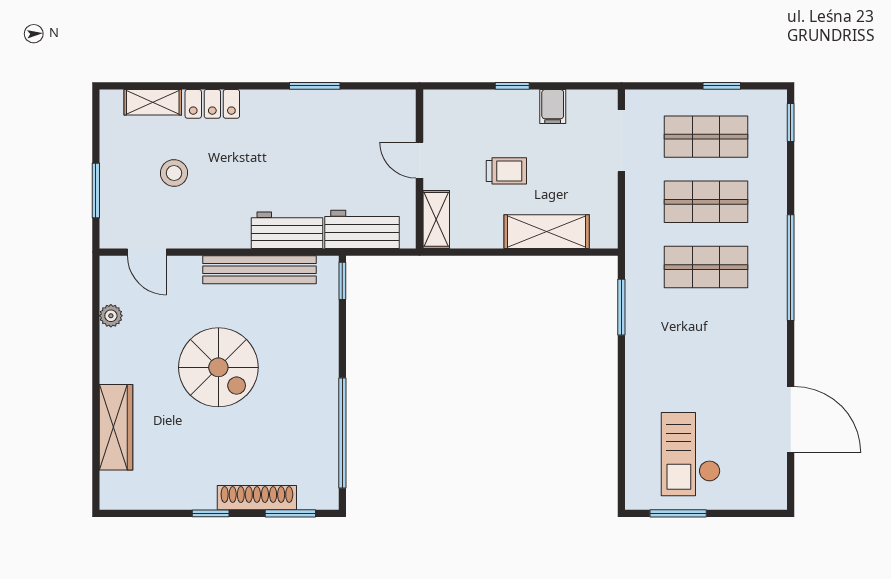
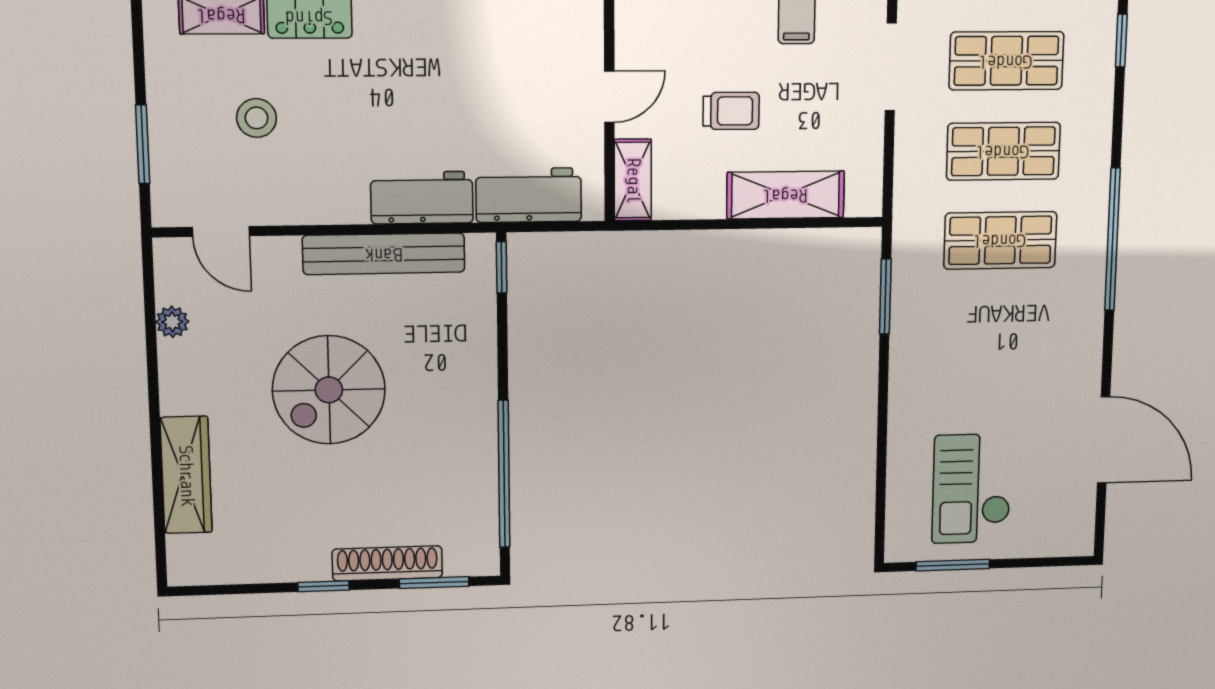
door: (420, 160) -> (609, 97), swing flipped
spiral stairs: (218, 367) -> (329, 390), turned 90

